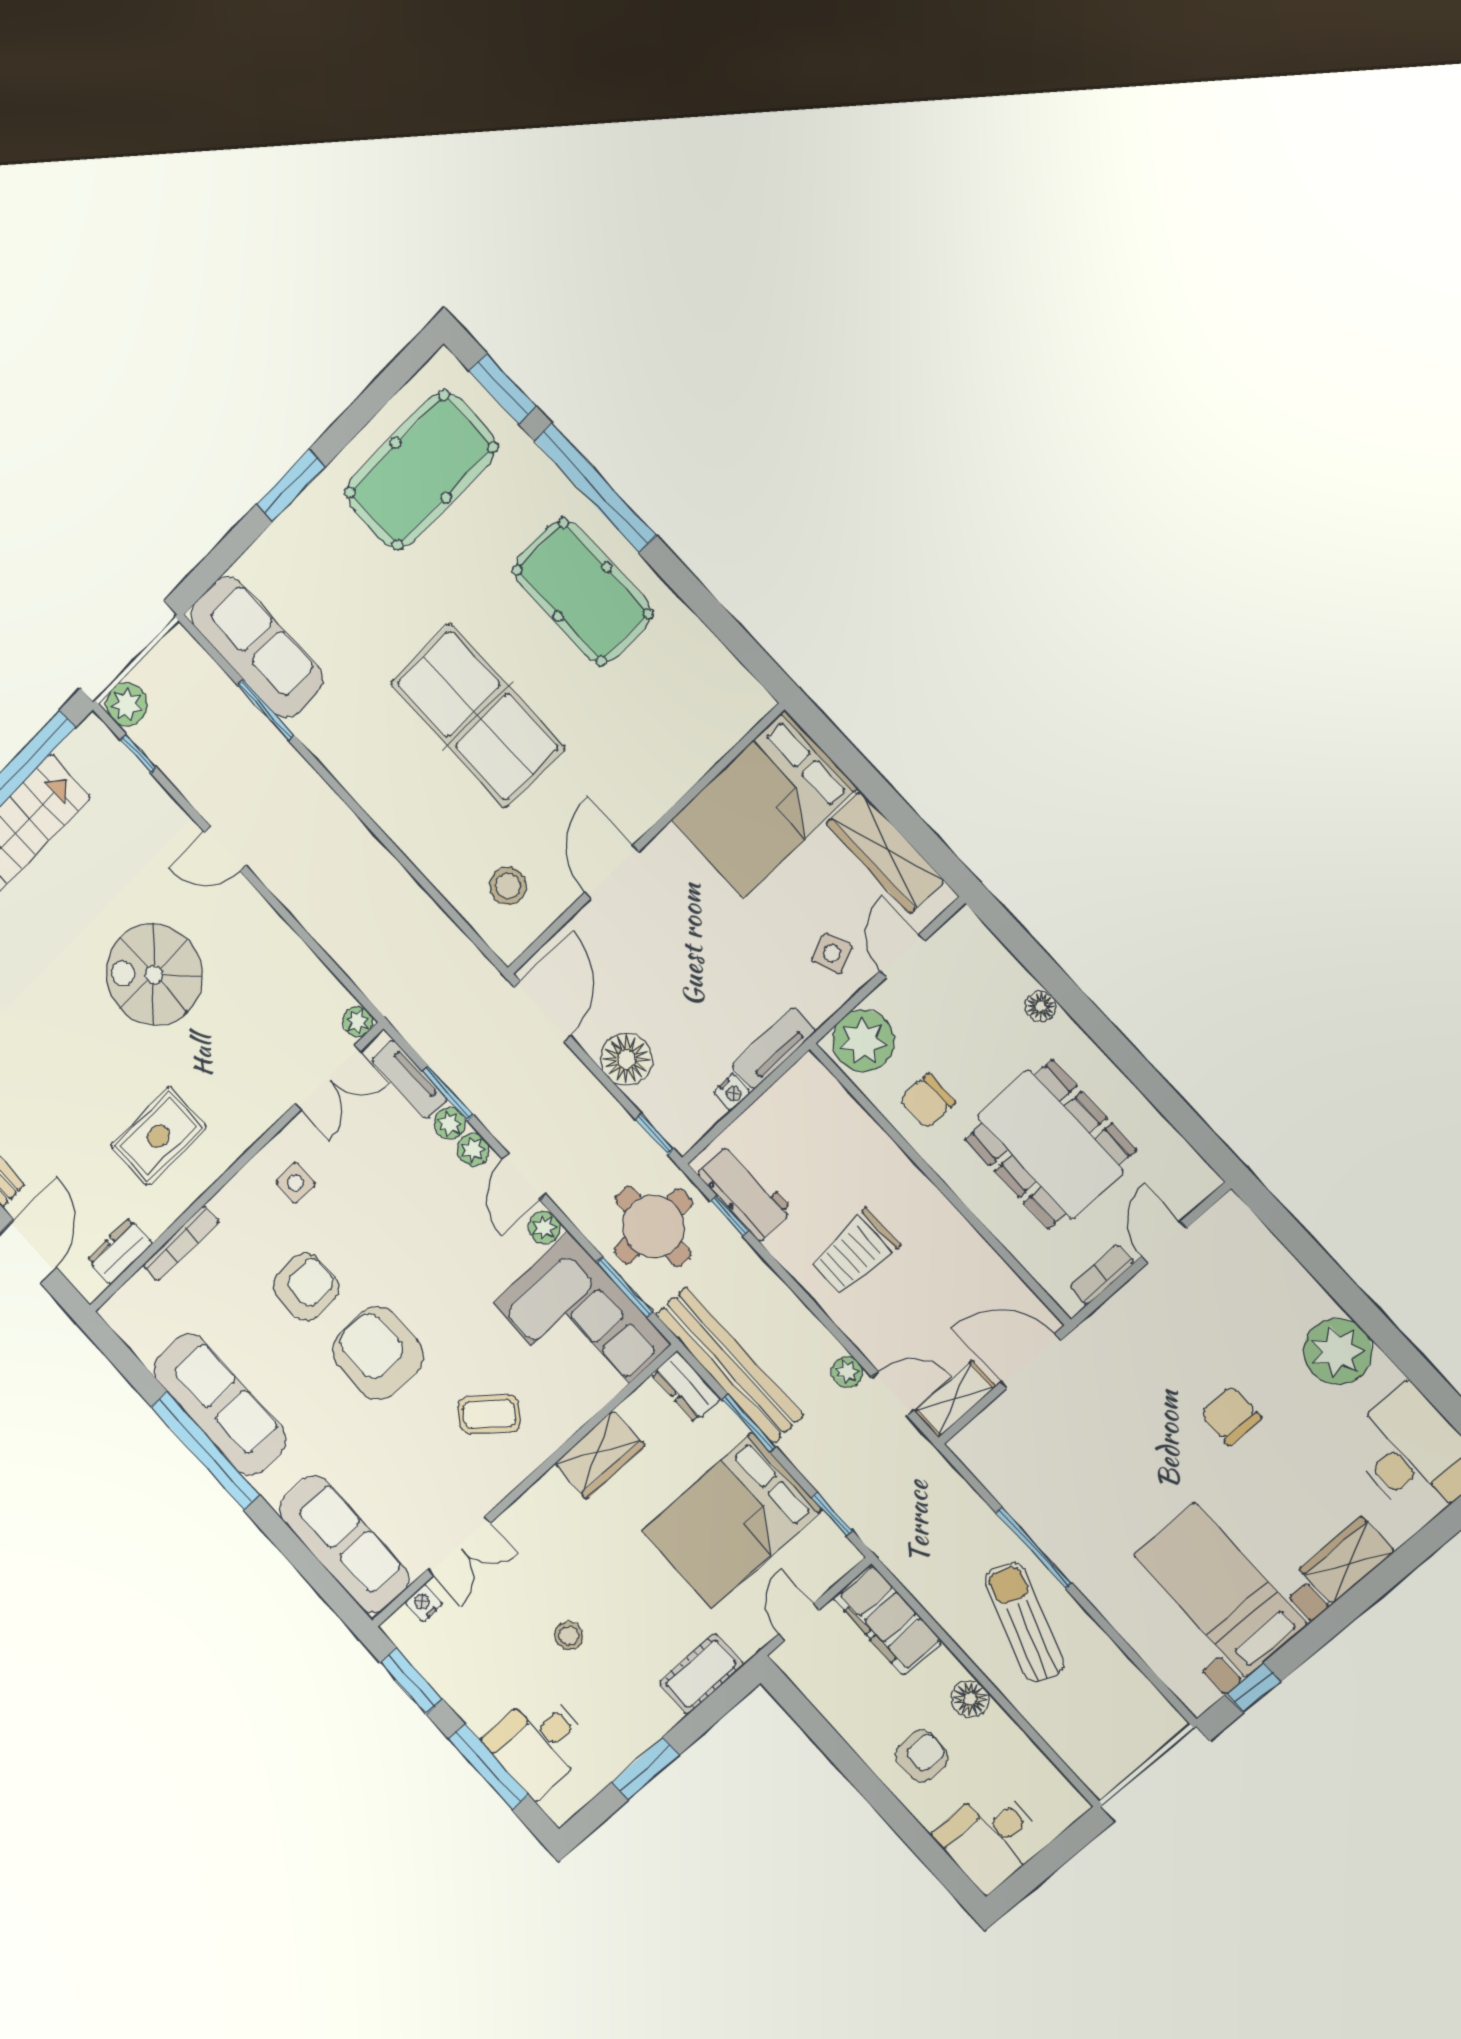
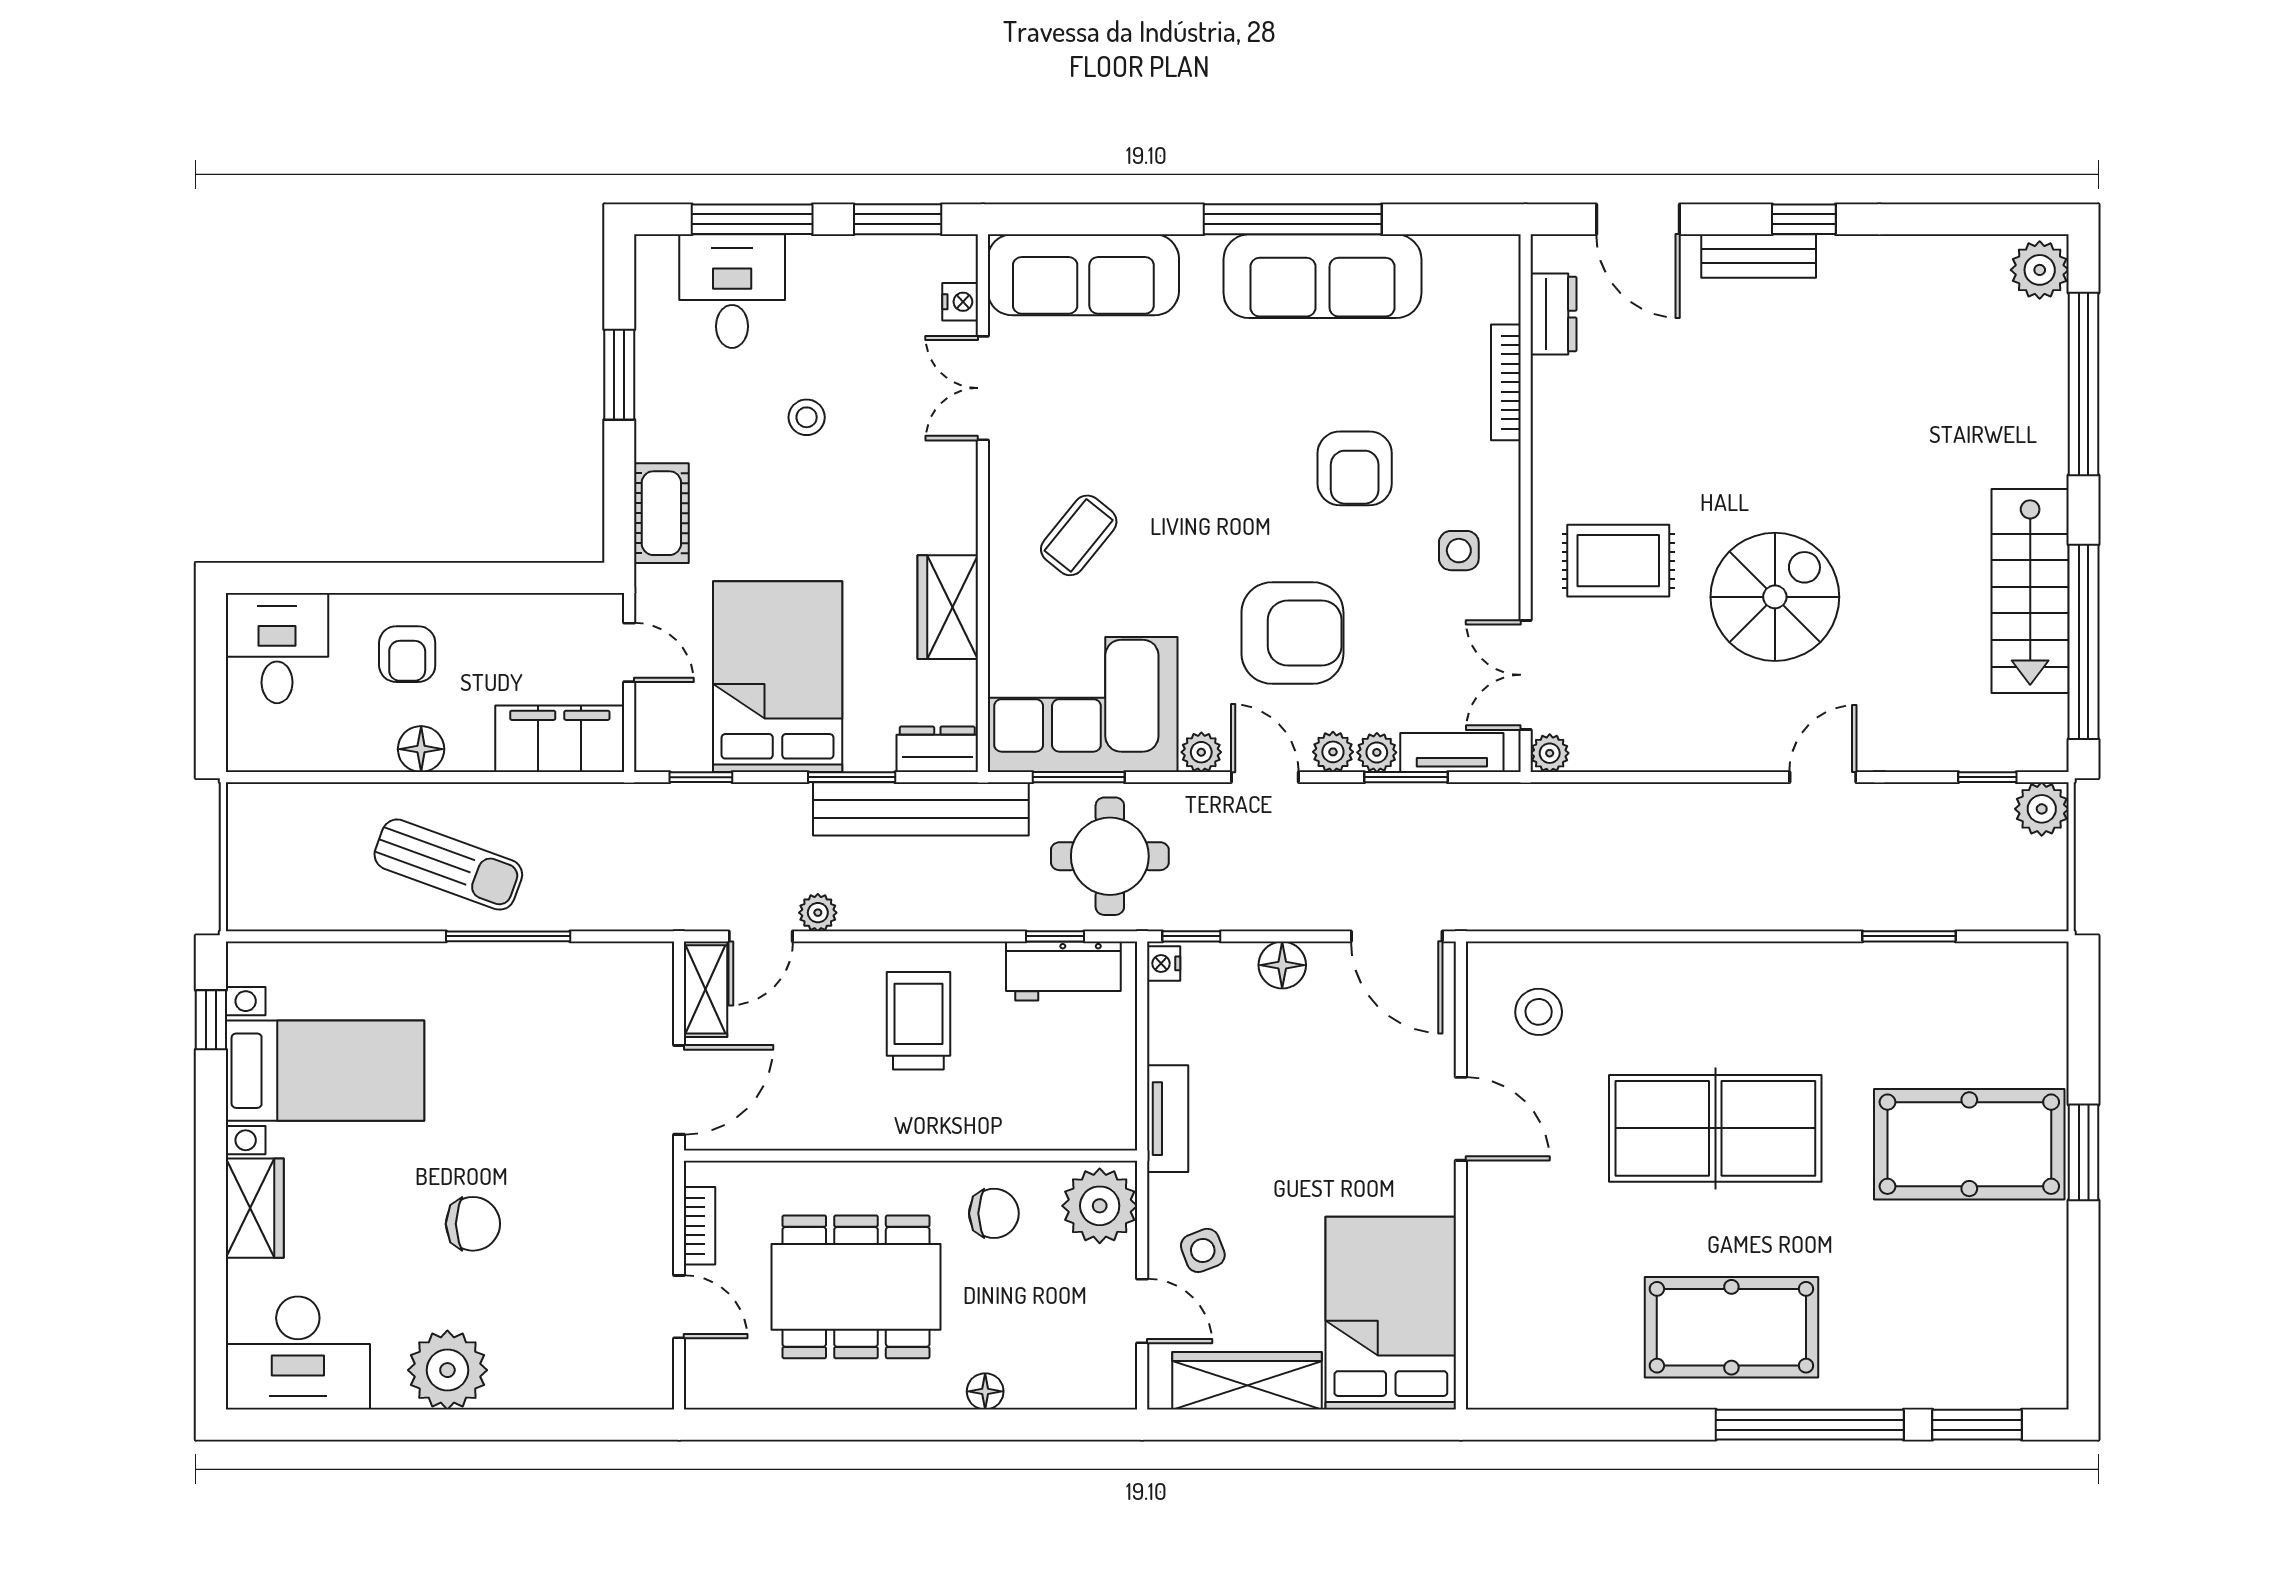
pool table: (421, 470) -> (1969, 1144), moved, turned 90
sofa: (256, 647) -> (1973, 982), removed
floor lamp: (626, 1059) -> (1282, 965), width x0.73, depth x0.73
nightstand: (732, 1092) -> (1164, 963), moved
chair: (928, 1101) -> (994, 1213), turned 90
rug: (158, 1136) -> (1618, 561), moved, turned 90
armchair: (378, 1353) -> (1292, 633), moved

